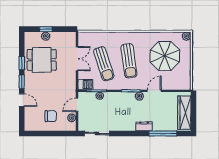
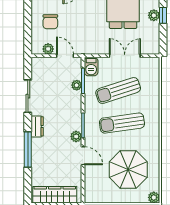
double door: (77, 59) -> (125, 56), swing flipped
dresser: (144, 126) -> (37, 126), moved
sliding door: (97, 134) -> (28, 96), moved
window: (163, 134) -> (28, 149), moved

